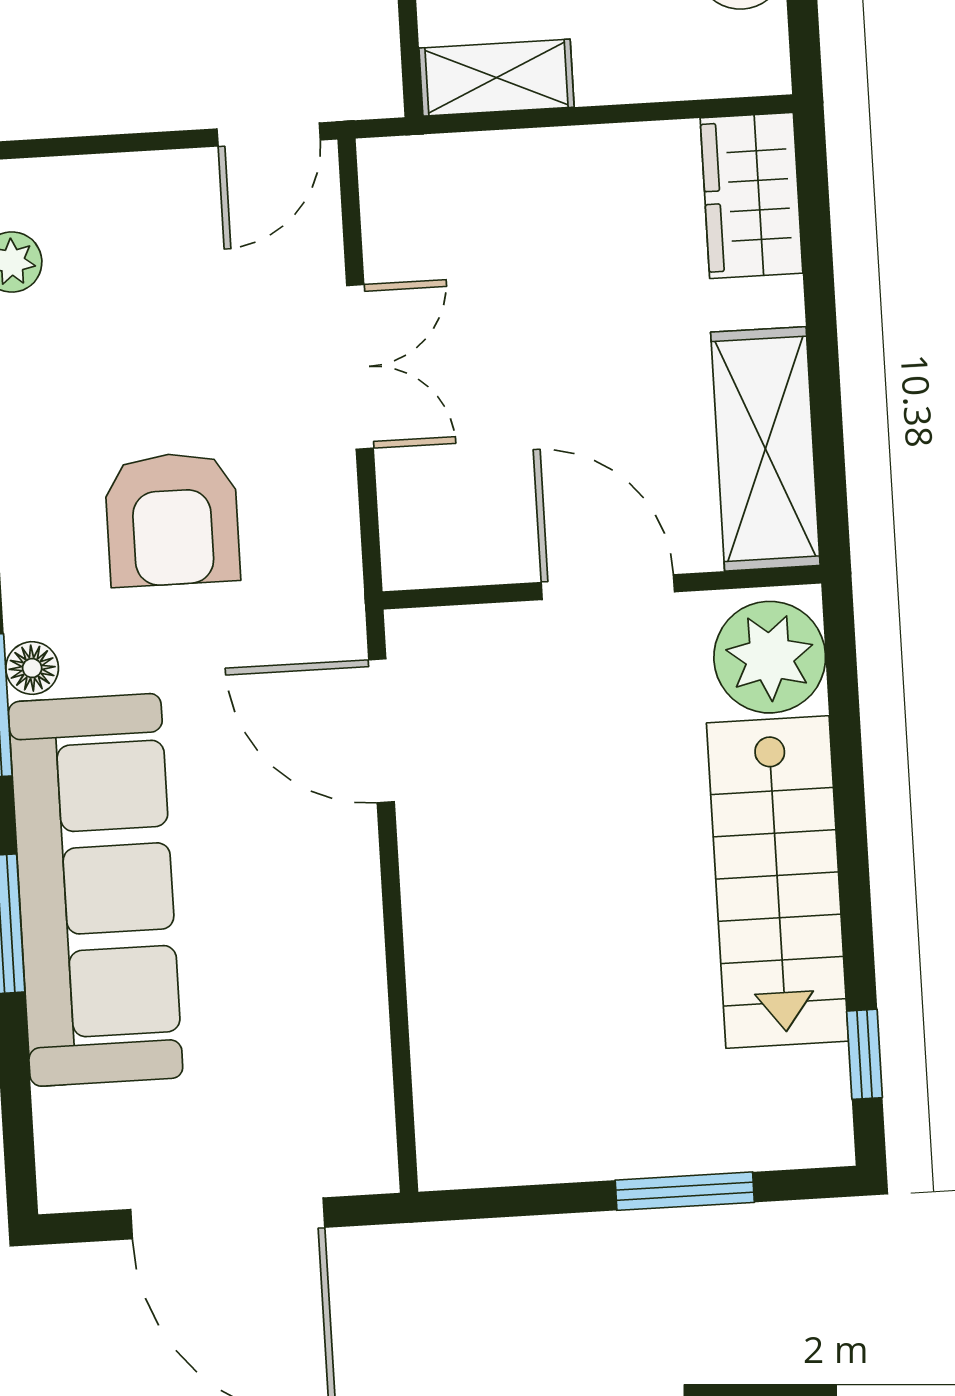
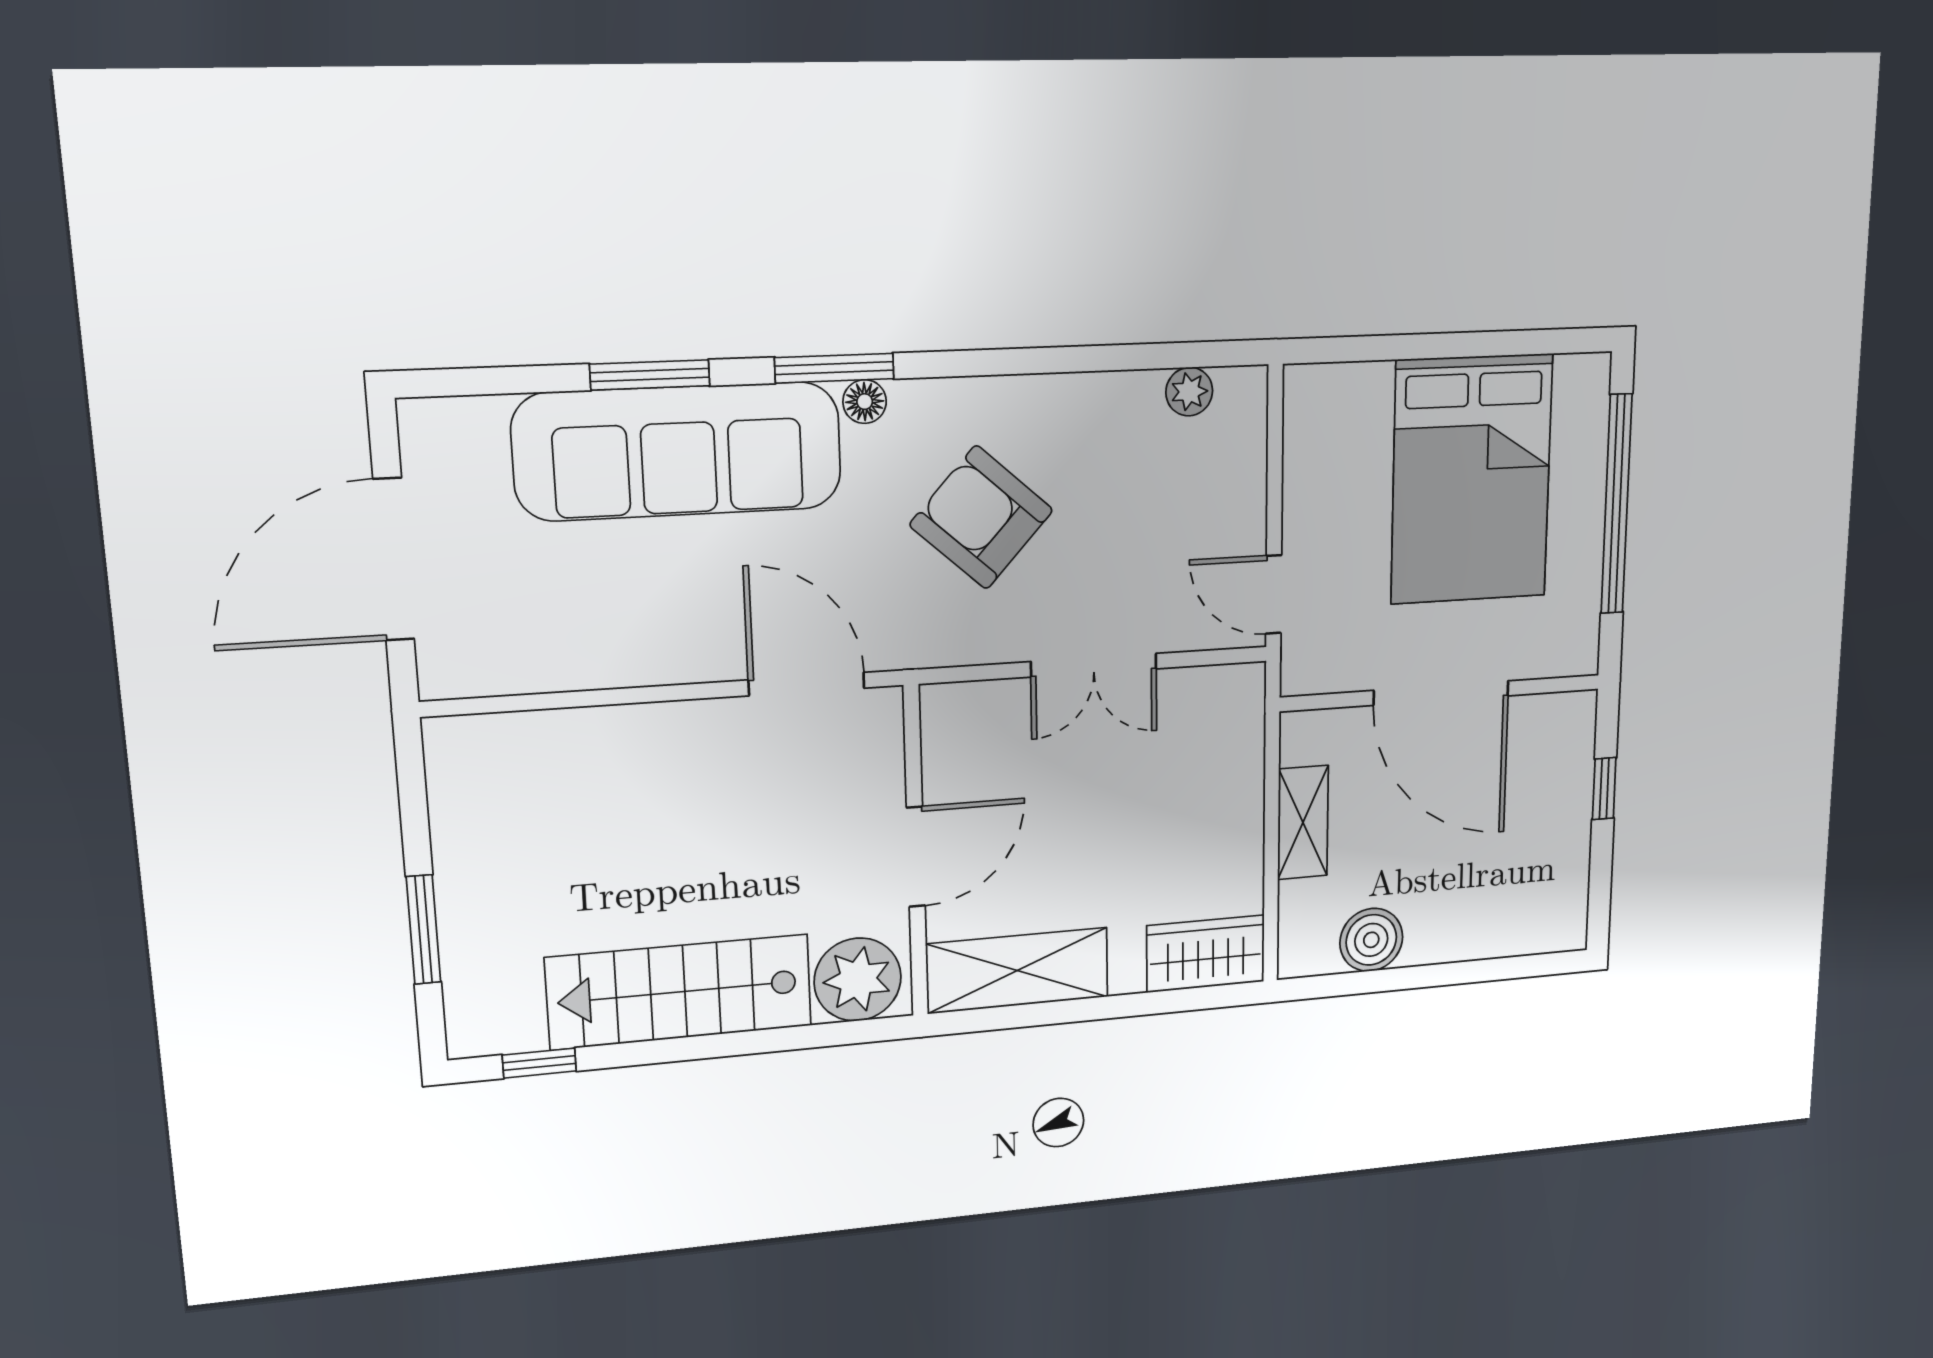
shelving: (497, 78) -> (1303, 823), moved
armchair: (172, 519) -> (981, 517), turned 42
door: (382, 731) -> (807, 684), hinge flipped

